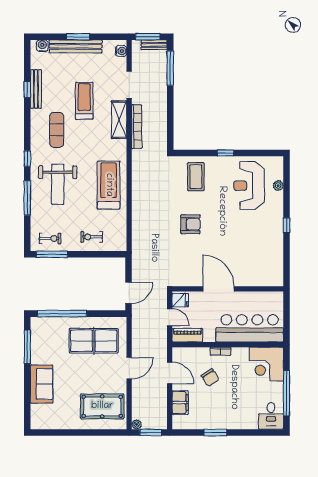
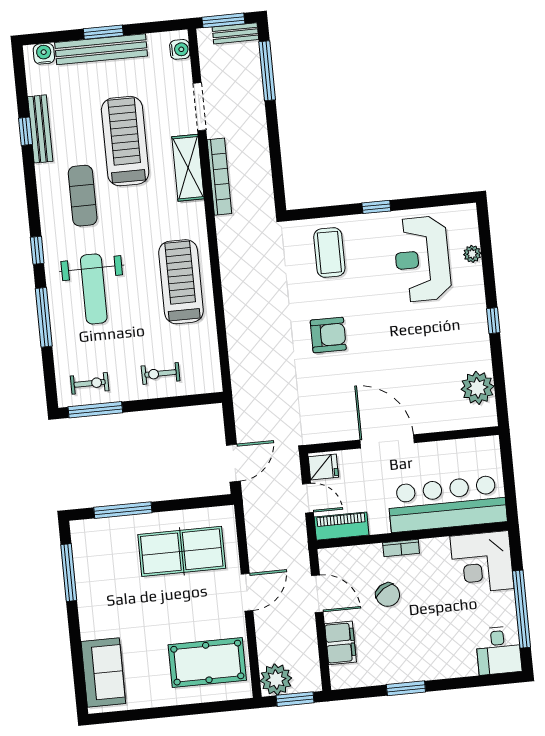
treadmill: (84, 101) -> (125, 141), width x1.37, depth x1.38
plant: (274, 263) -> (477, 388), added
window: (62, 314) -> (123, 510), width x0.68
sofa: (42, 384) -> (103, 673), moved
plant: (137, 424) -> (276, 679), width x1.88, depth x1.88

